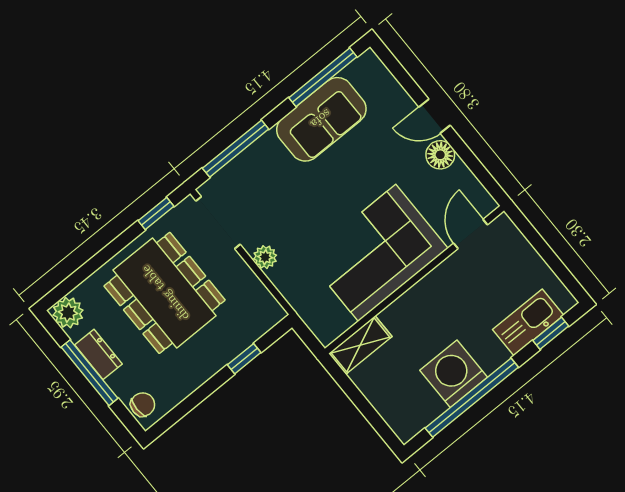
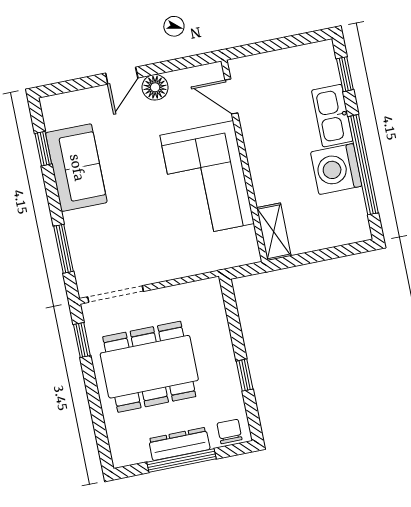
window: (323, 77) -> (43, 149), width x0.46
window: (236, 149) -> (64, 249), width x0.69
plant: (265, 257) -> (163, 271), removed
plant: (68, 313) -> (124, 452), removed
kitchen sink: (528, 322) -> (332, 116), moved
dresser: (98, 354) -> (179, 444), width x1.44
window: (244, 359) -> (245, 375), moved

